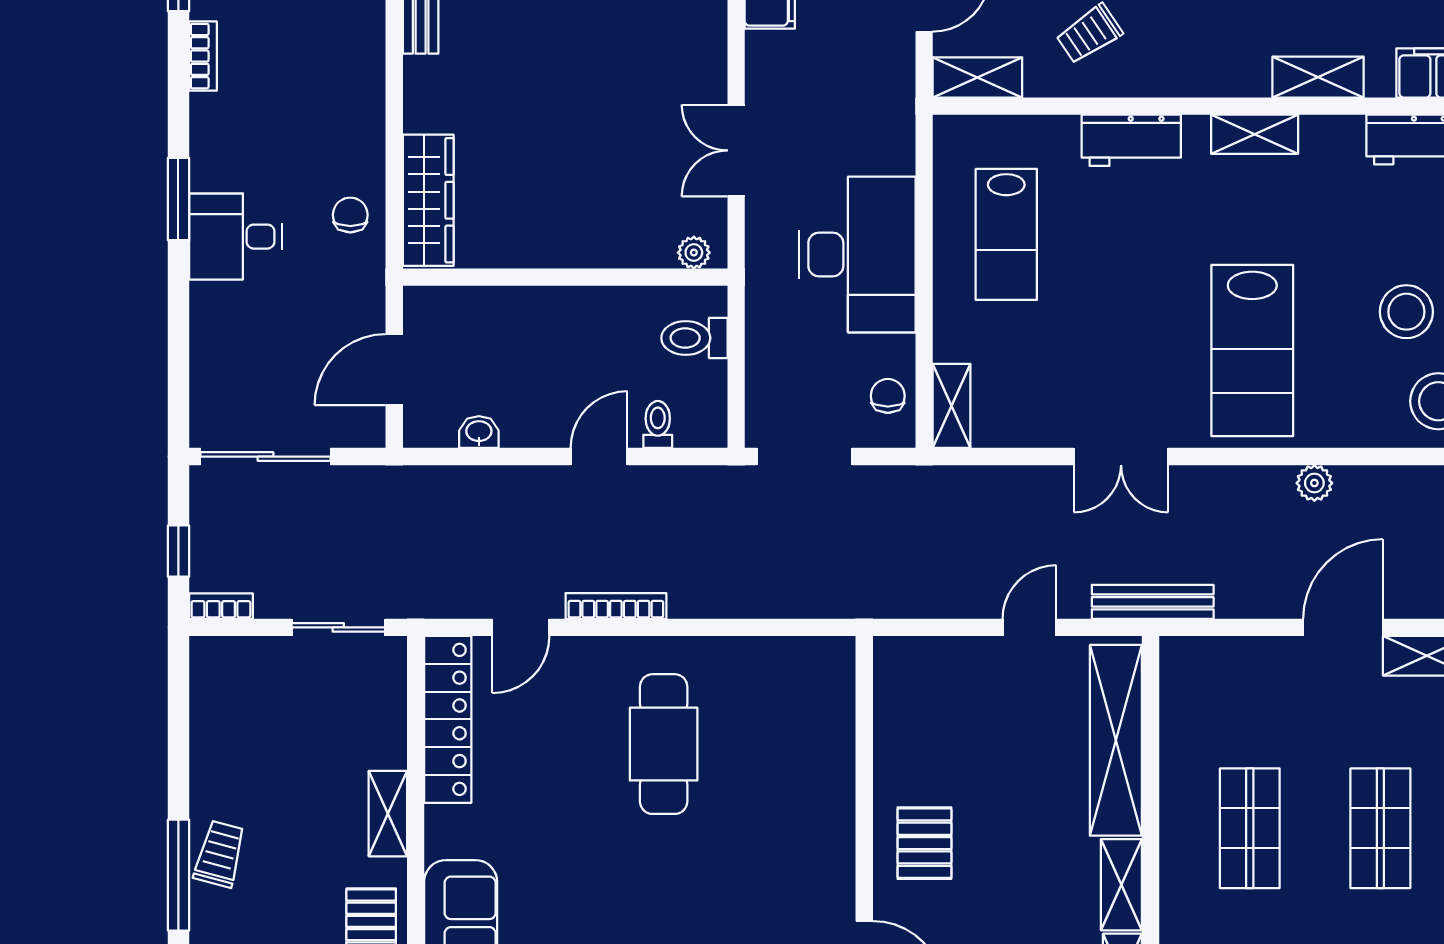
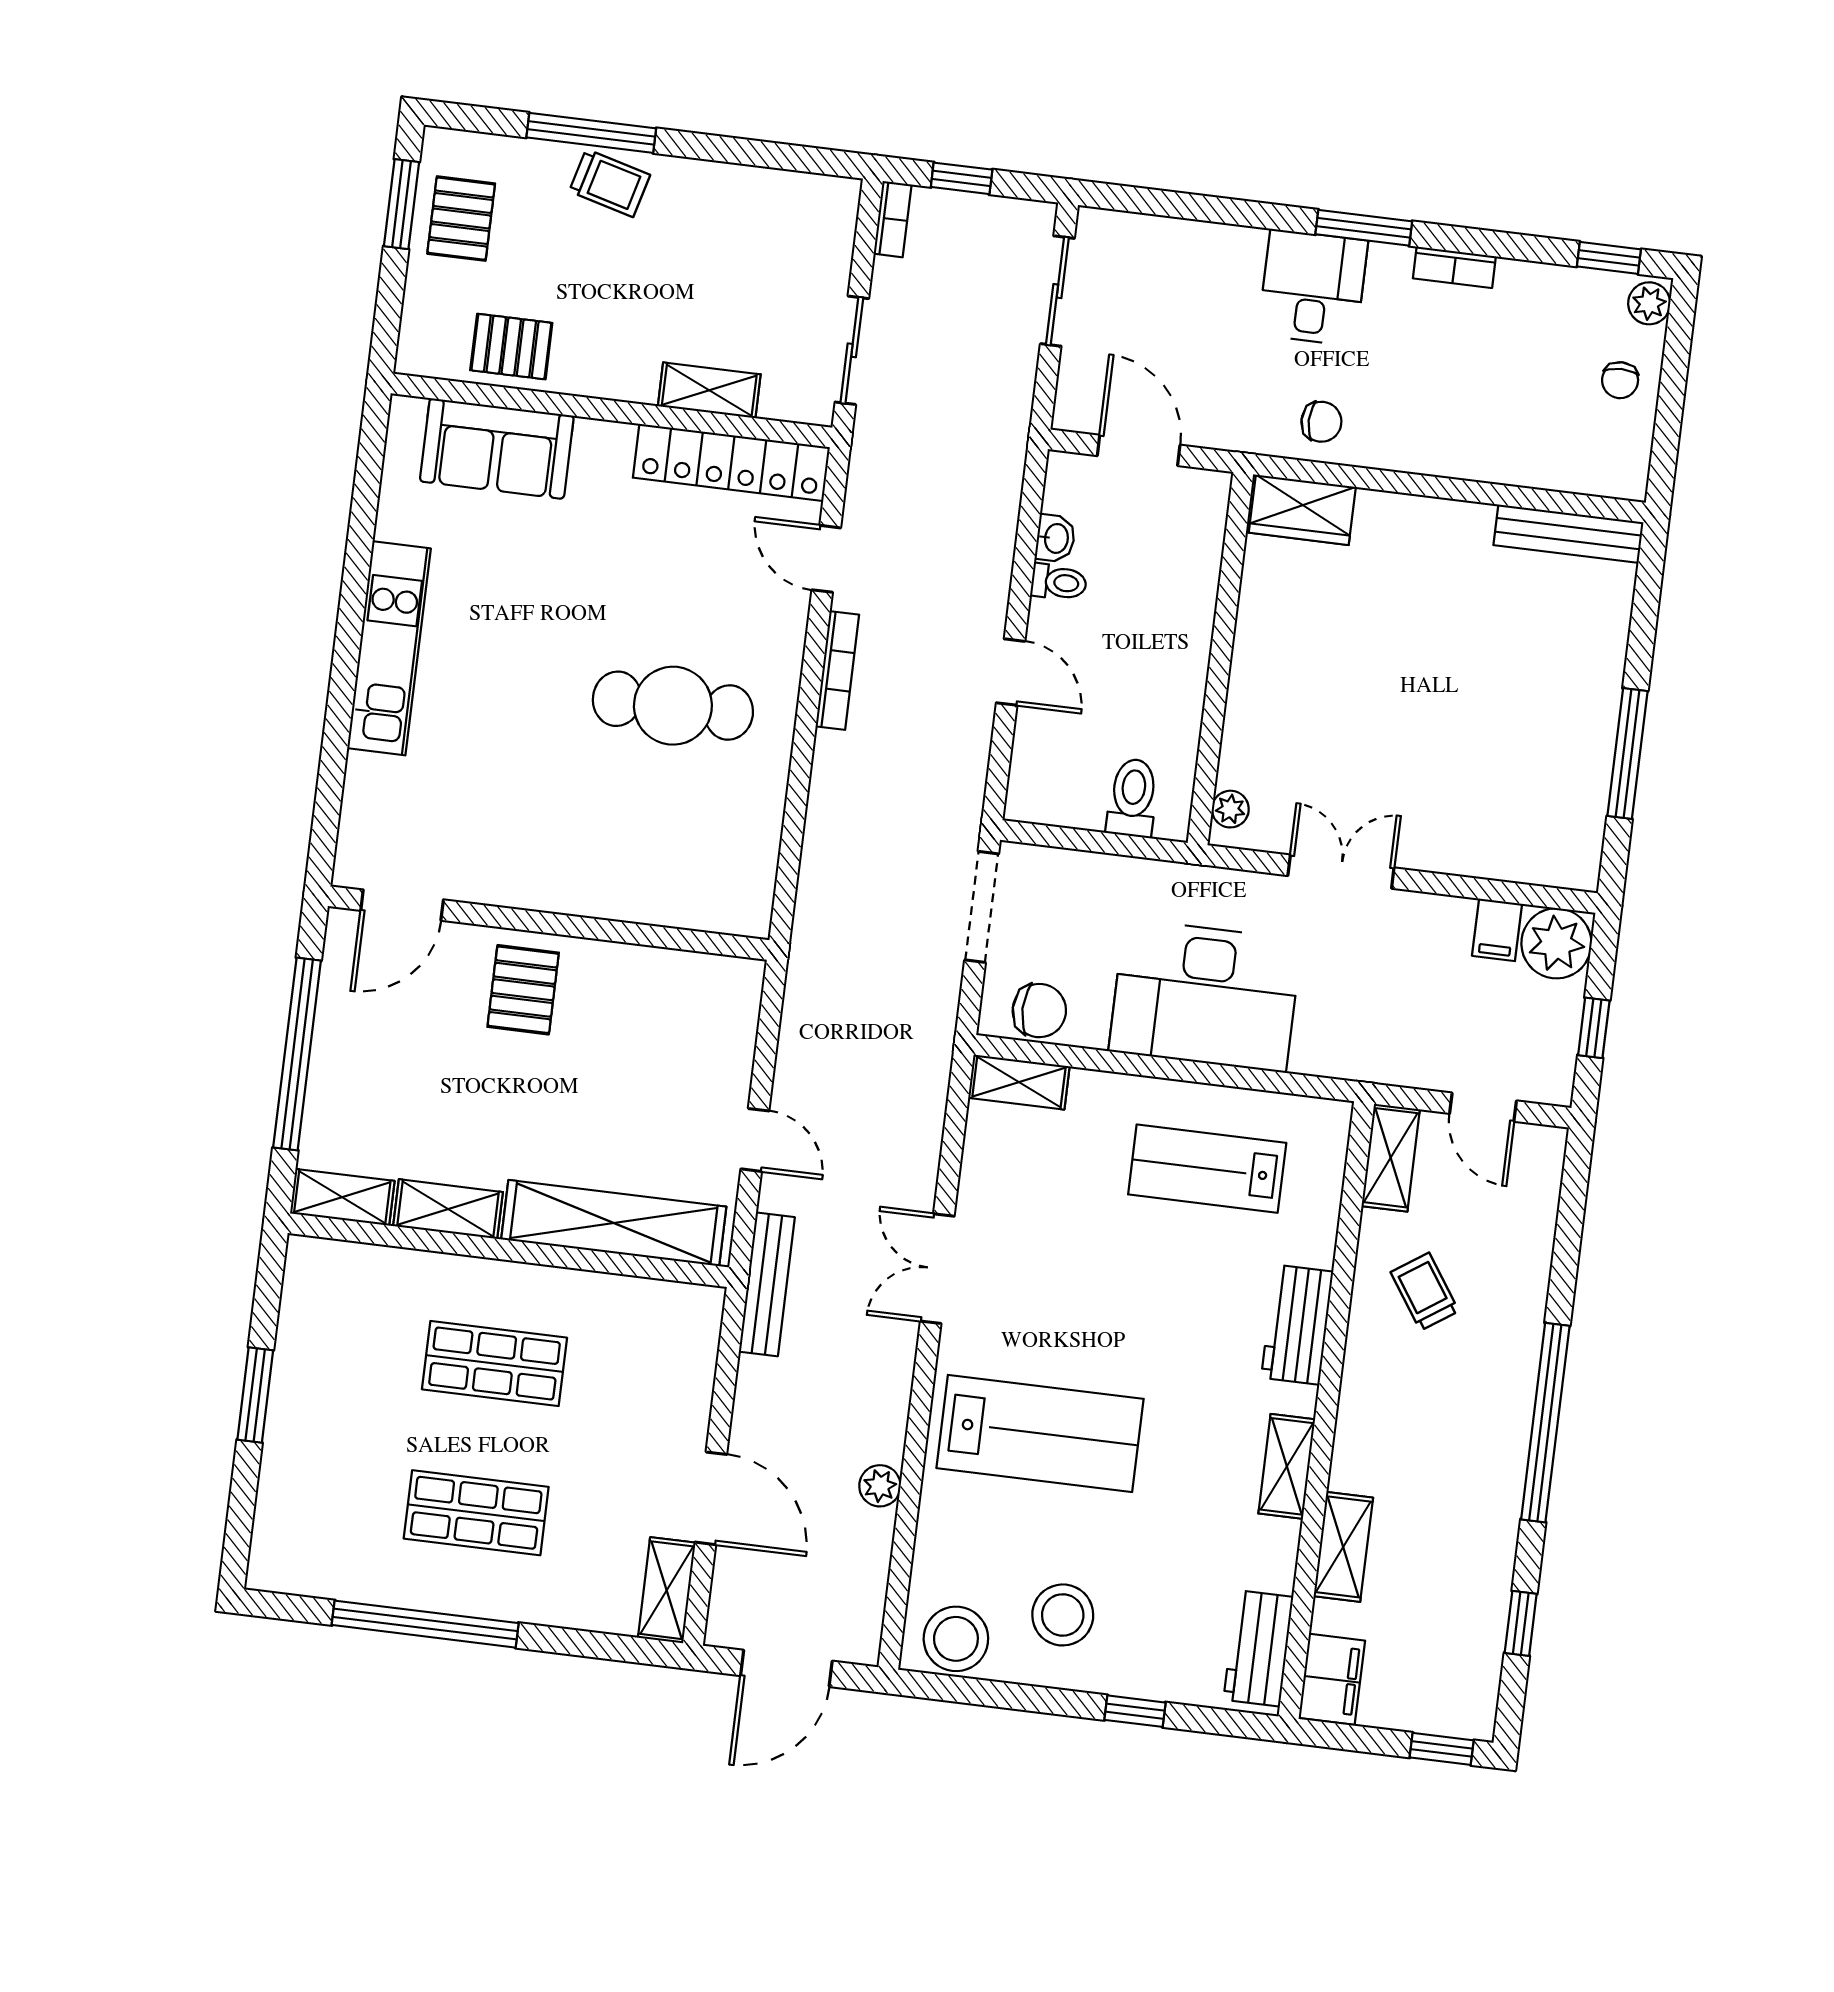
bookcase: (203, 56) -> (1454, 267), moved
wardrobe: (428, 200) -> (1302, 510), width x0.67
lab bench: (1252, 351) -> (1040, 1433), turned 180
chair: (888, 396) -> (1039, 1011), width x1.37, depth x1.37
toilet: (658, 424) -> (1059, 582), moved
sliding door: (265, 457) -> (1057, 291), width x0.73
shelving: (388, 814) -> (709, 390), moved
pallet: (924, 843) -> (523, 990), turned 90

